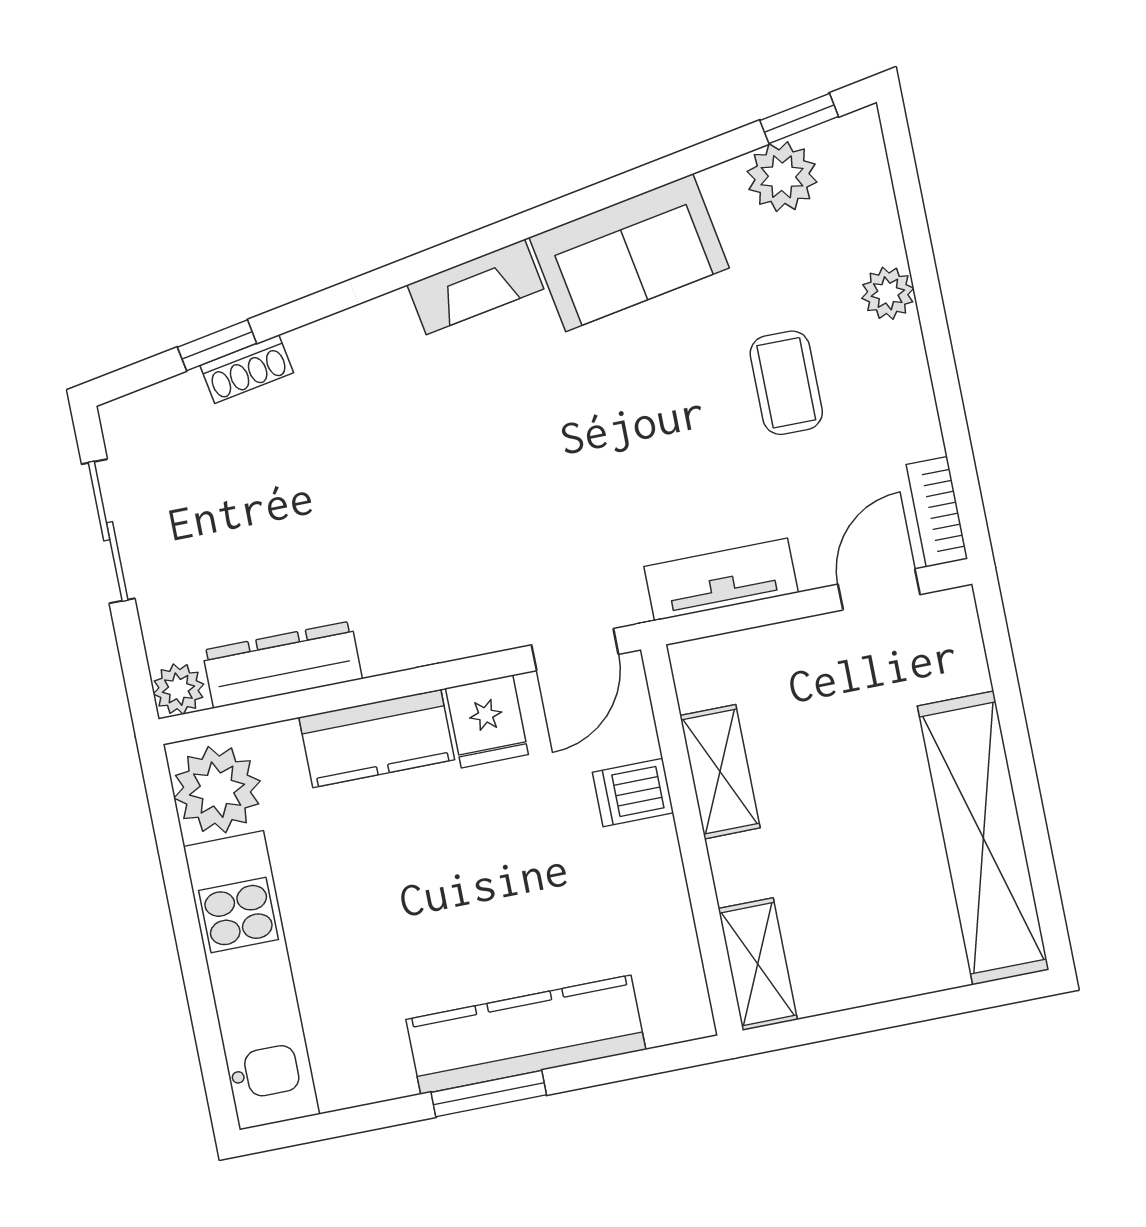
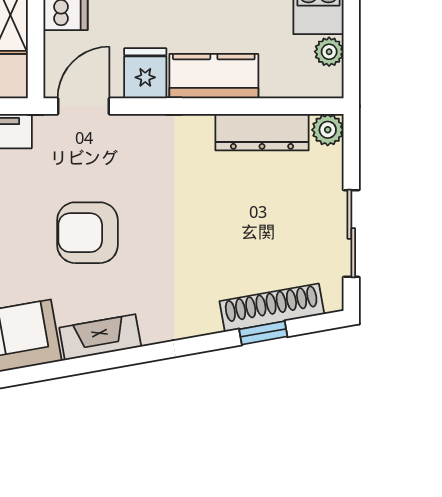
shoe rack: (247, 369) -> (272, 308), width x1.94, depth x1.24
armchair: (529, 449) -> (87, 233), added
plant: (217, 790) -> (329, 52), width x0.53, depth x0.53

